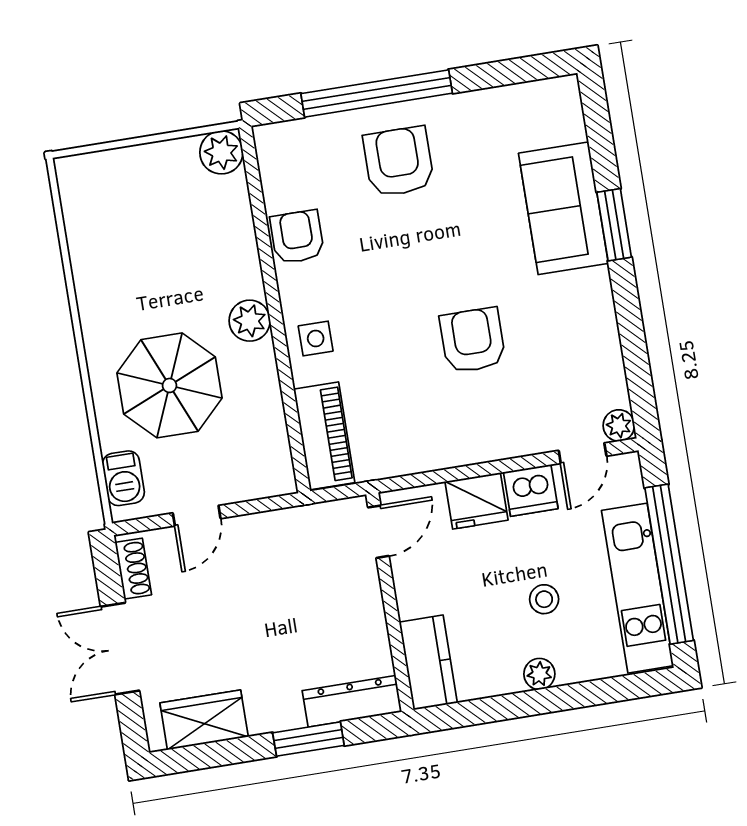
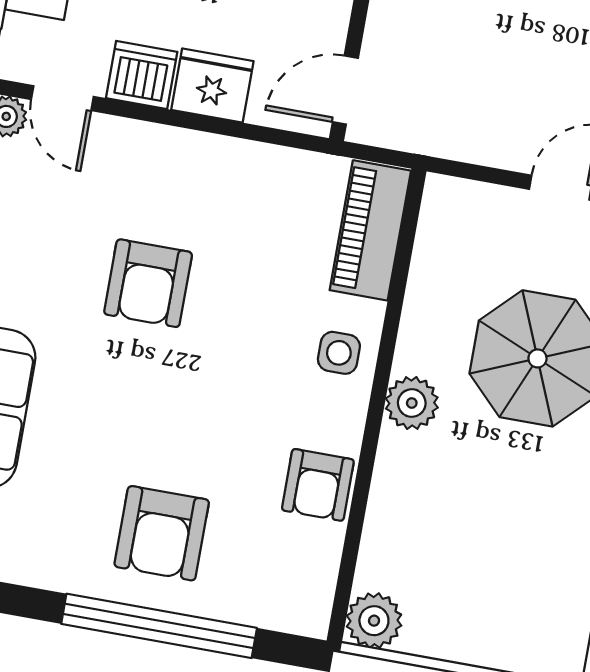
door: (583, 453) -> (62, 98), swing flipped

